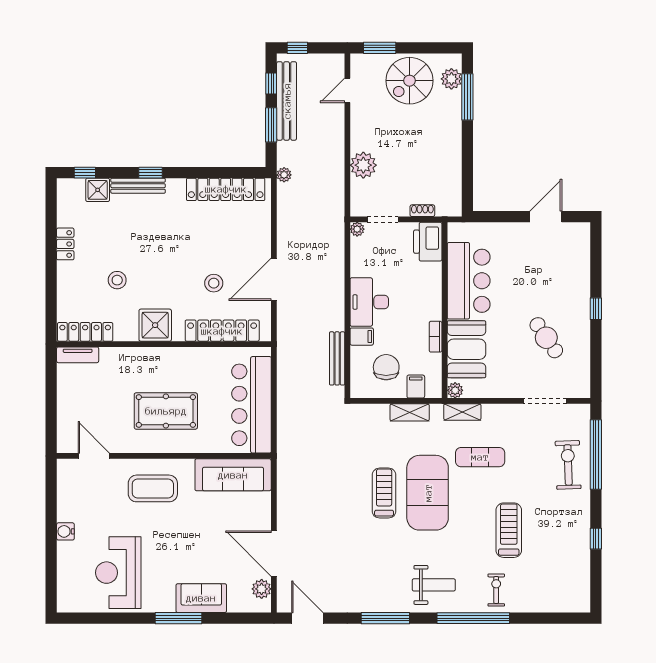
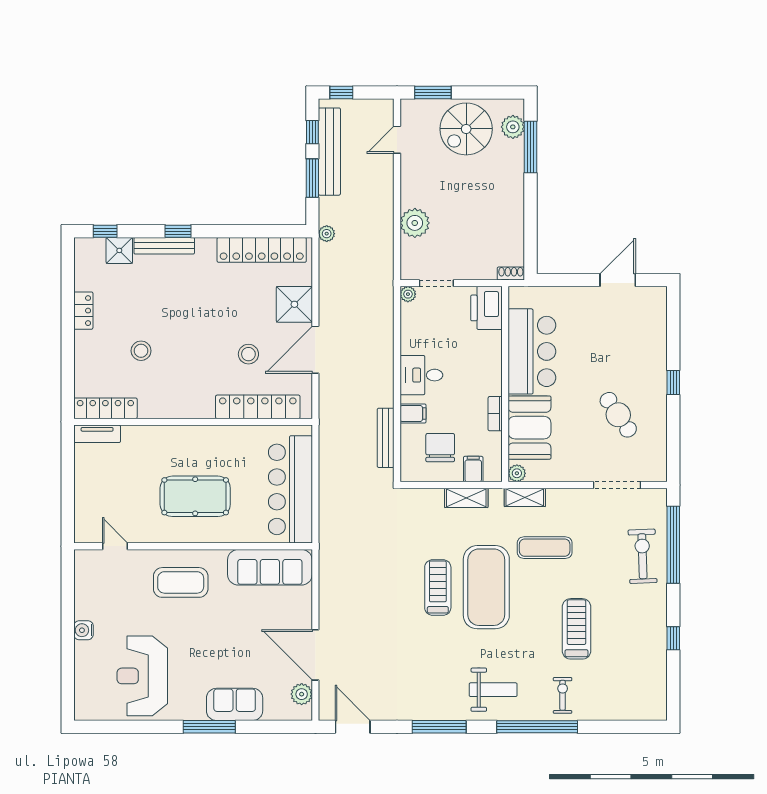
shoe rack: (422, 211) -> (511, 274), moved
desk: (369, 302) -> (421, 375), width x0.73
shower: (155, 325) -> (294, 304), moved
door: (94, 456) -> (115, 546), width x0.73

